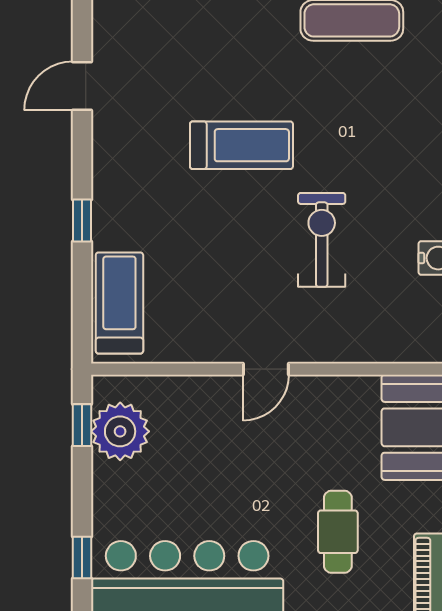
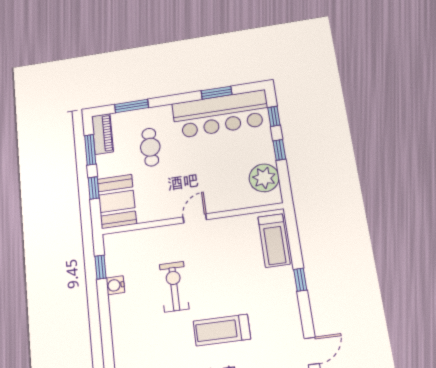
exercise bike: (322, 240) -> (174, 287), turned 180
window: (82, 425) -> (279, 150), moved

